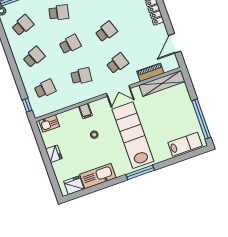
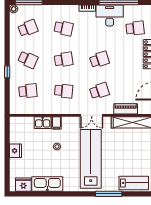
school desk: (34, 57) -> (28, 60), turned 45
window: (27, 105) -> (7, 72), moved
kitchen sink: (49, 123) -> (43, 123), moved
window: (140, 172) -> (109, 194), moved

